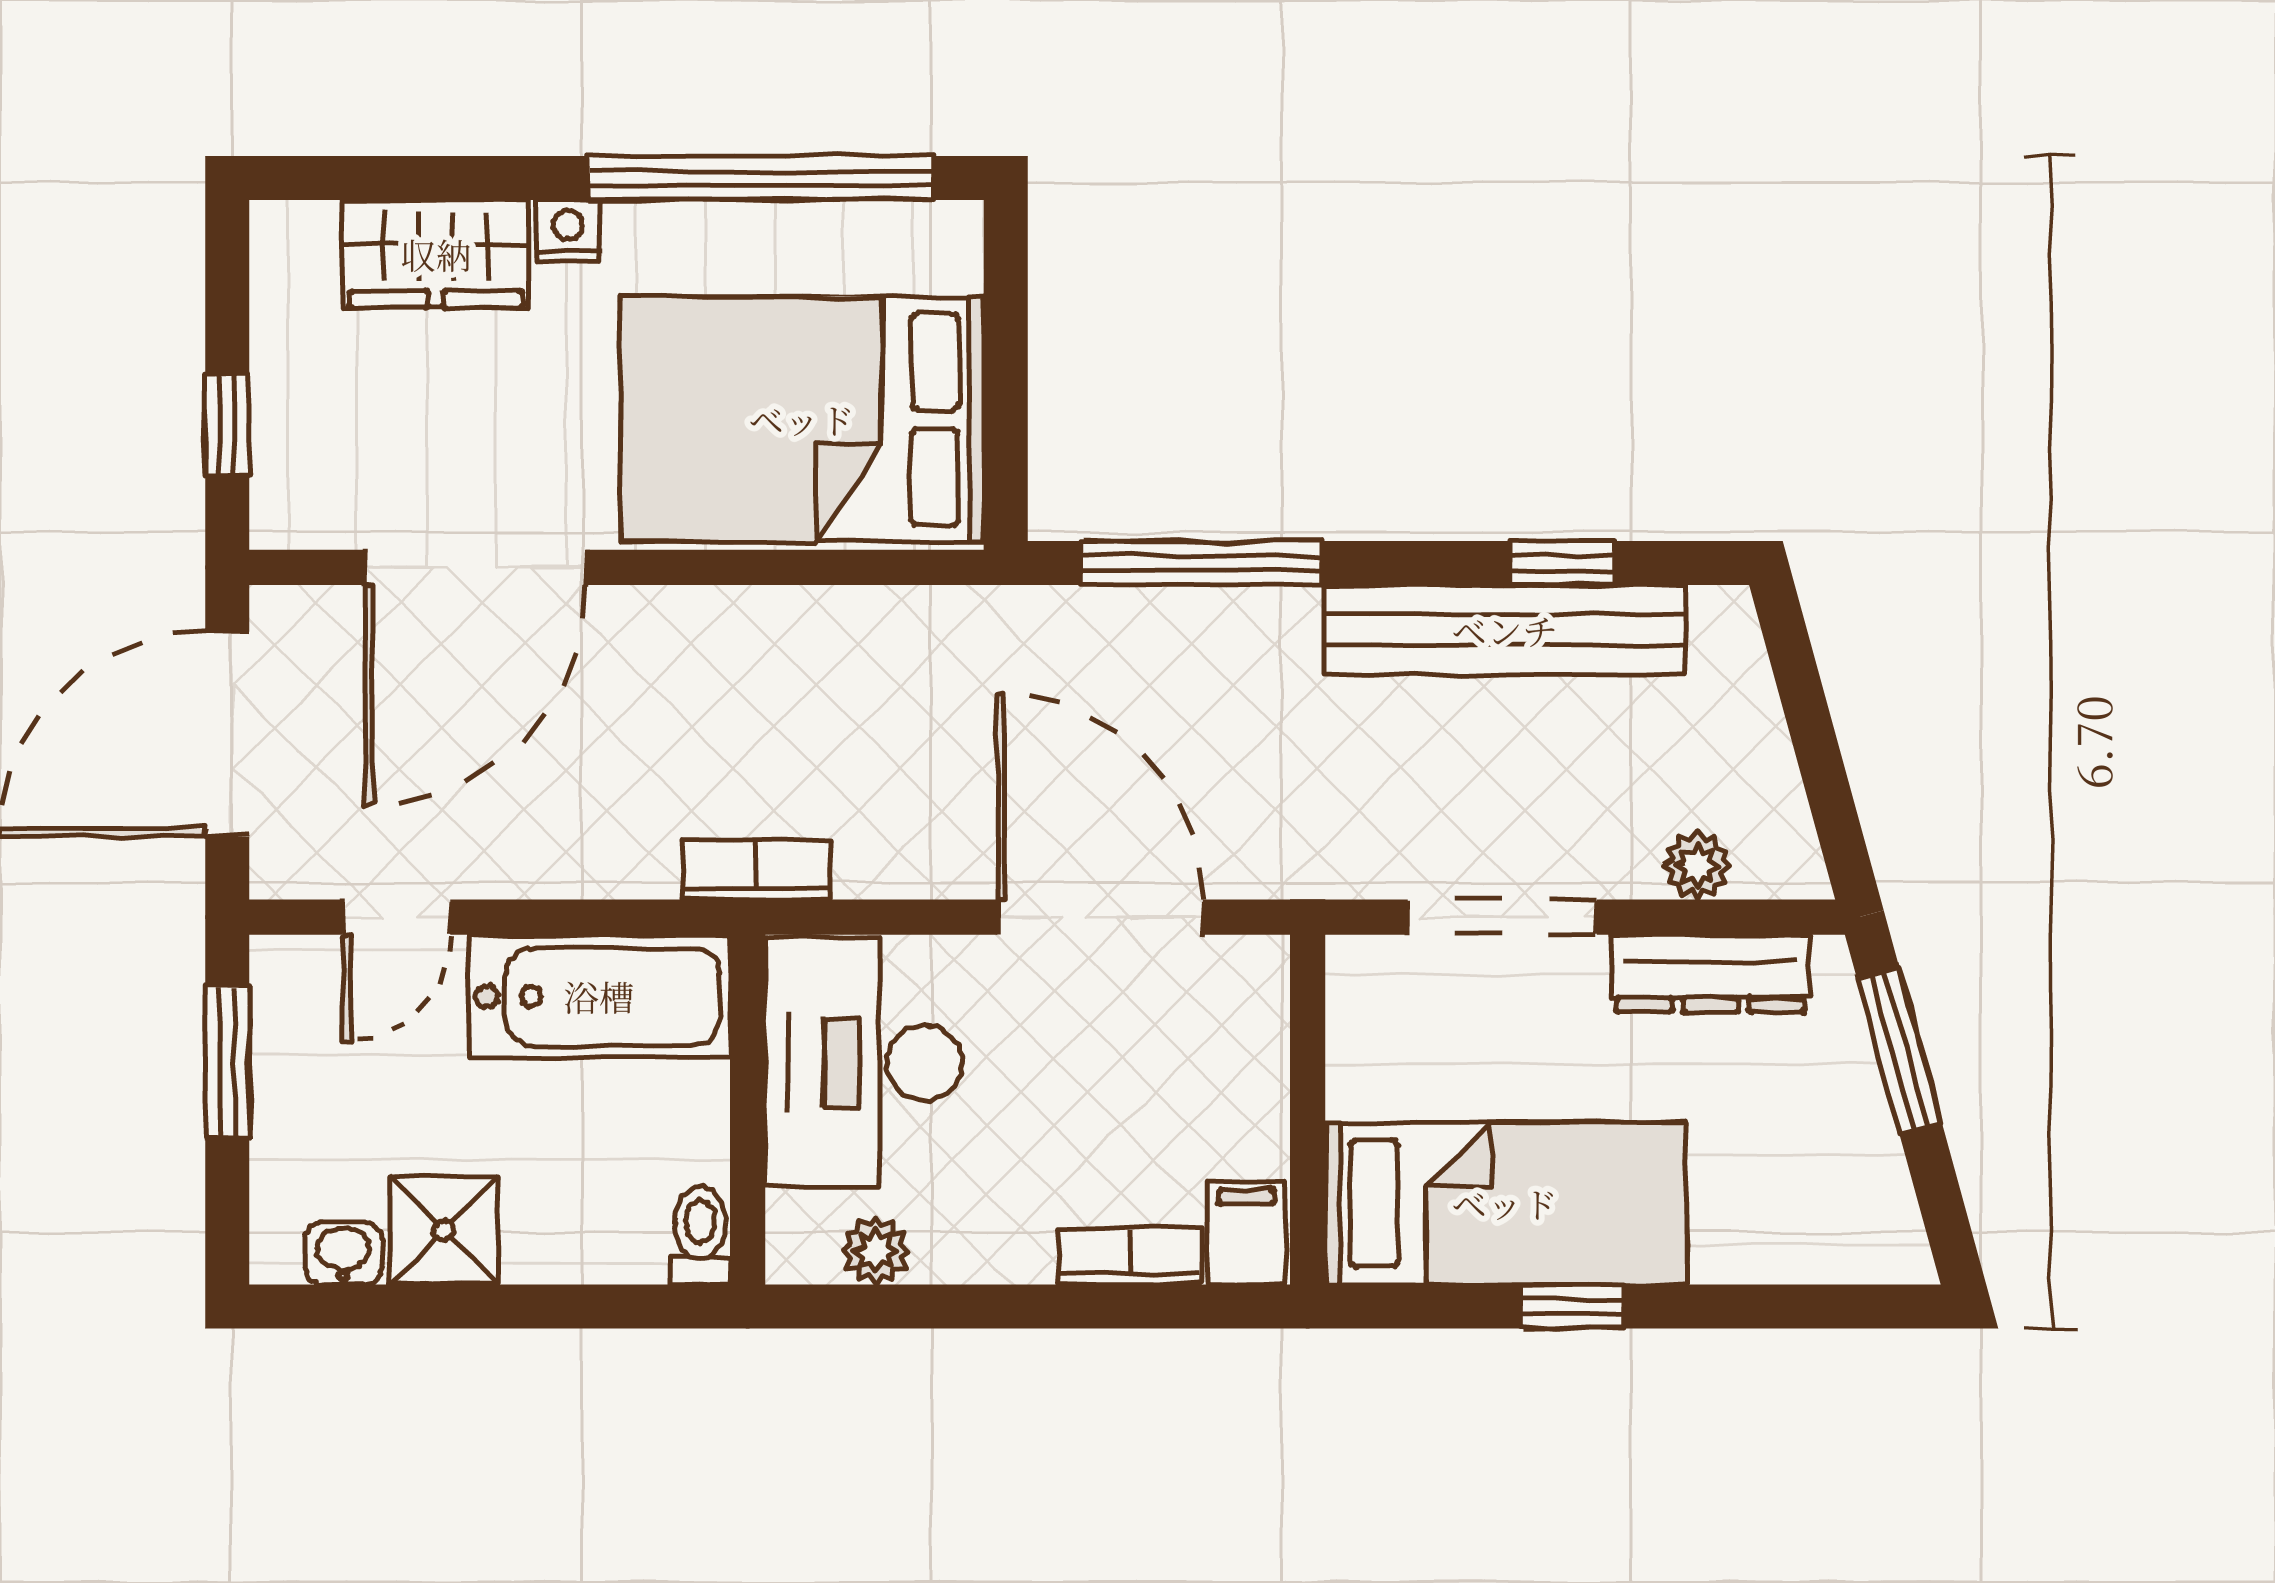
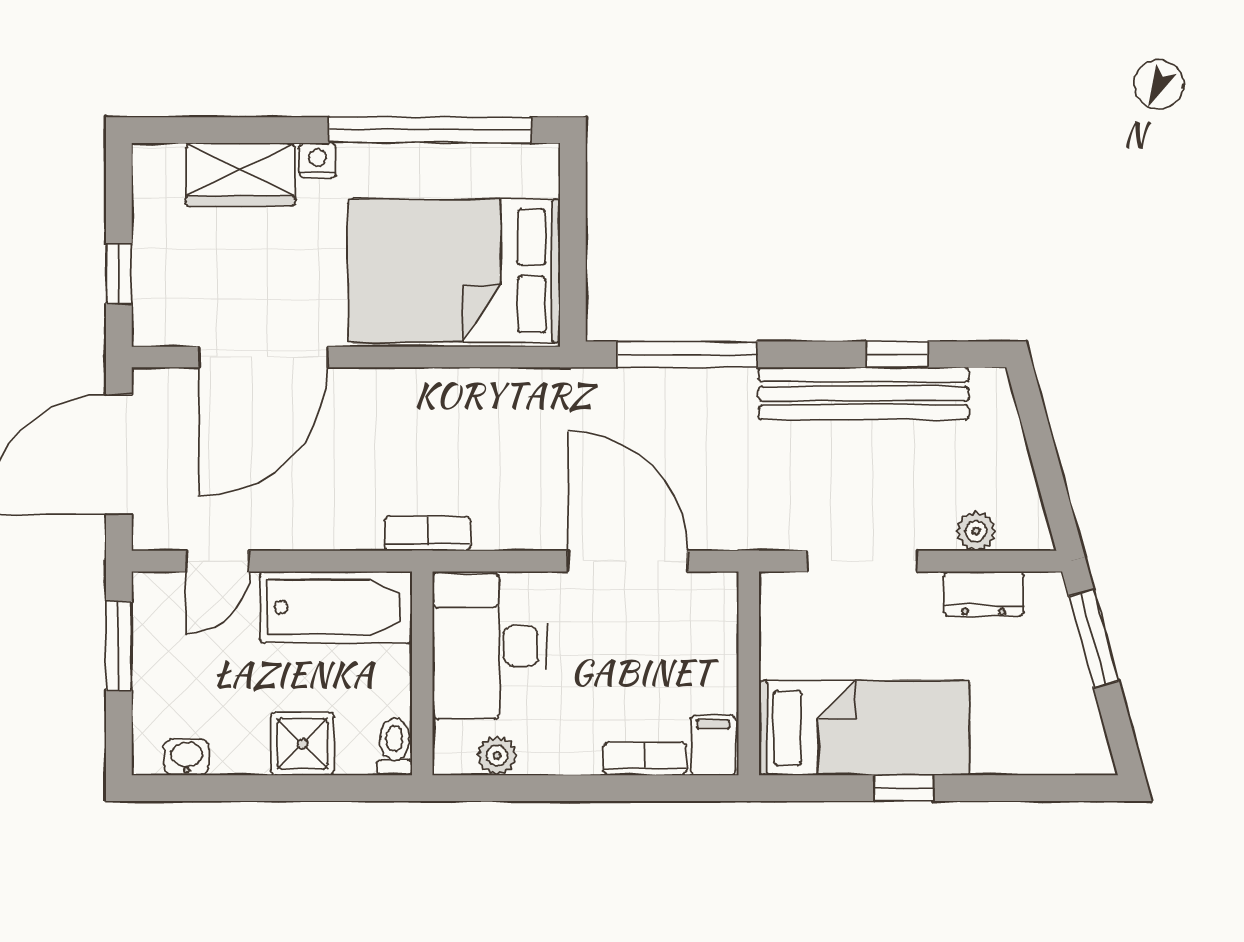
dresser: (1710, 973) -> (984, 594), width x0.70
shower: (444, 1230) -> (302, 744), moved

